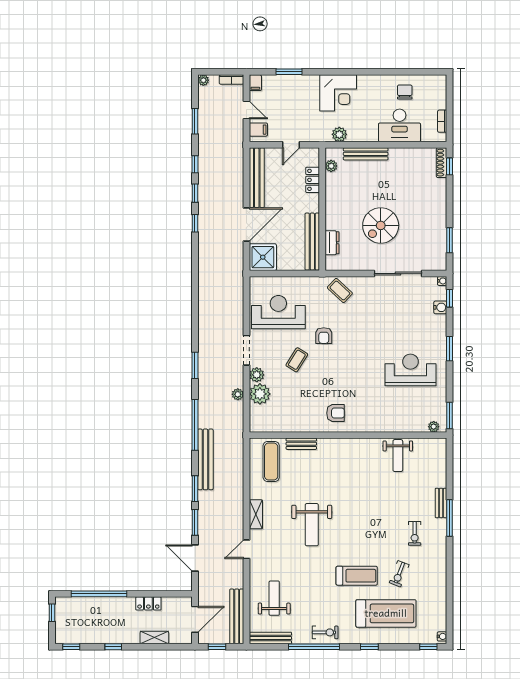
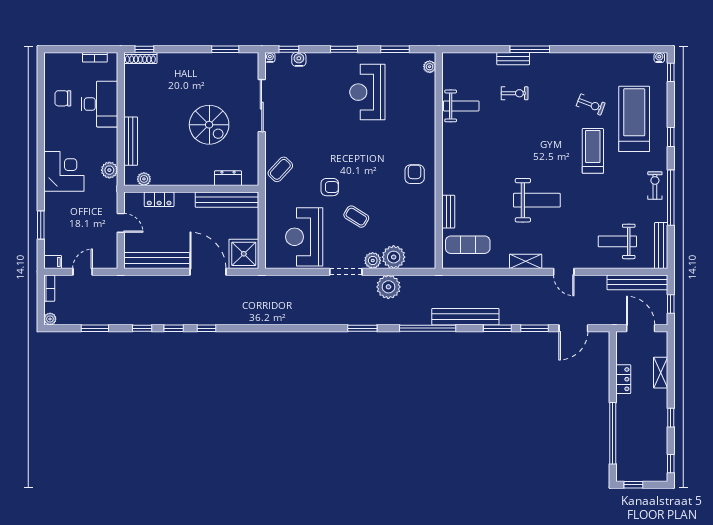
filing cabinet: (258, 130) -> (104, 259), removed
plant: (238, 394) -> (388, 287), width x1.87, depth x1.87
window: (450, 415) -> (395, 49), moved
exercise bike: (415, 533) -> (515, 93), moved

